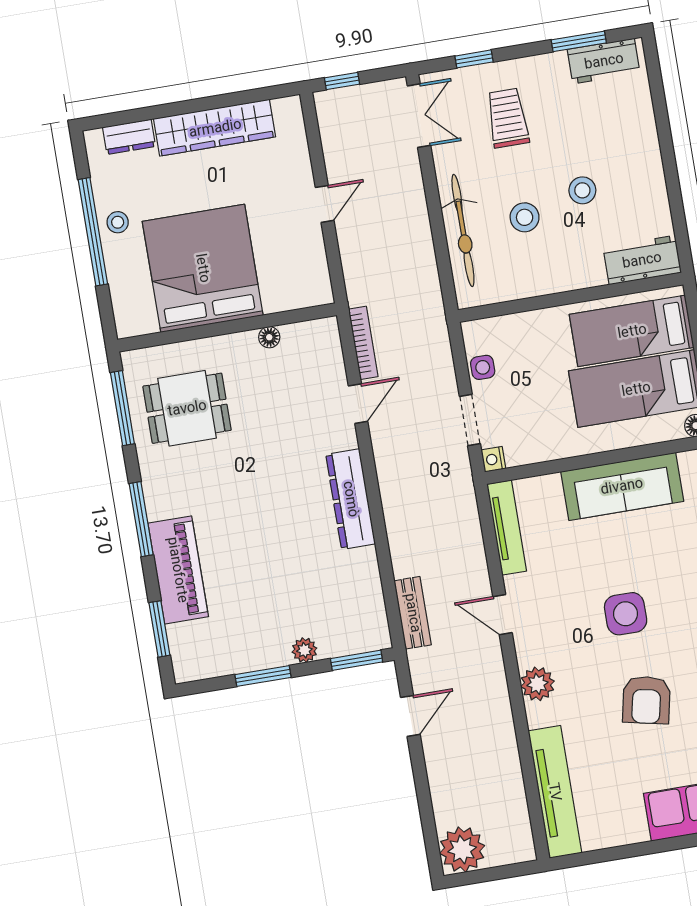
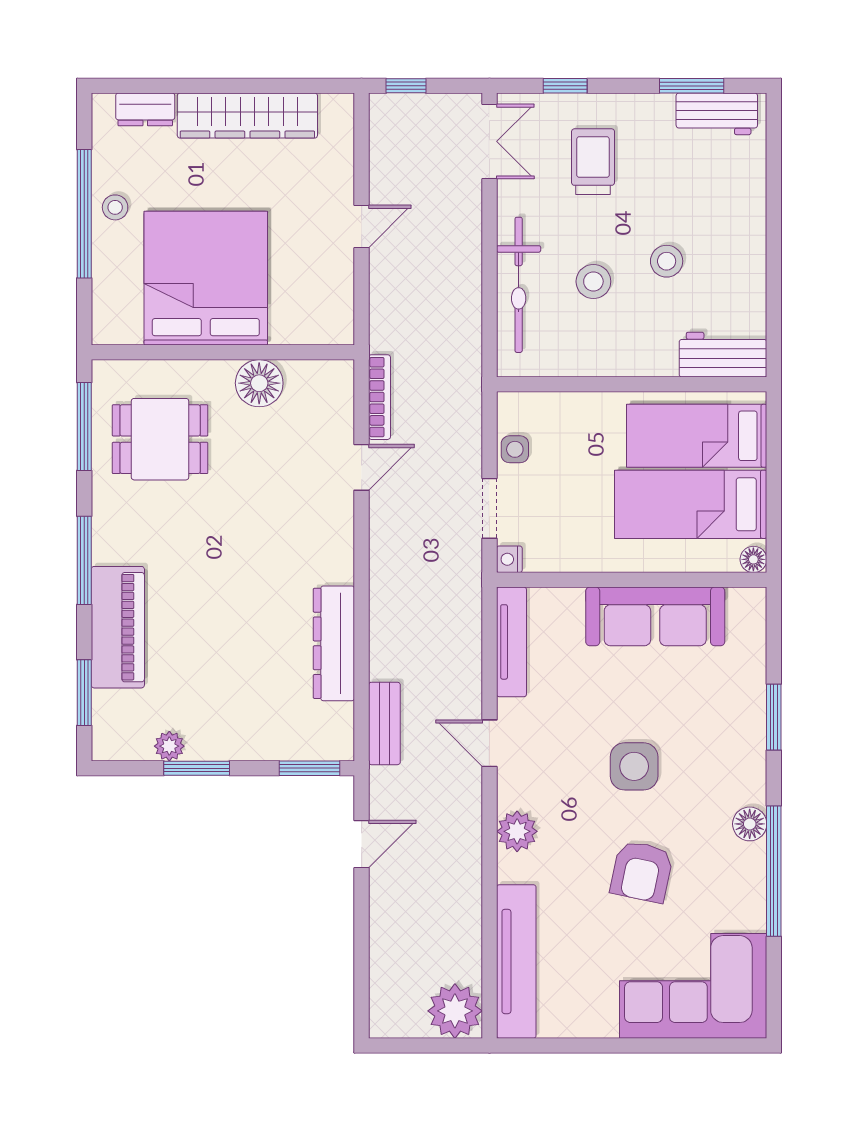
floor lamp: (269, 337) -> (259, 383), width x1.89, depth x1.89
dresser: (351, 499) -> (334, 643), moved
plant: (304, 650) -> (169, 746), moved
plant: (462, 850) -> (455, 1011), moved

